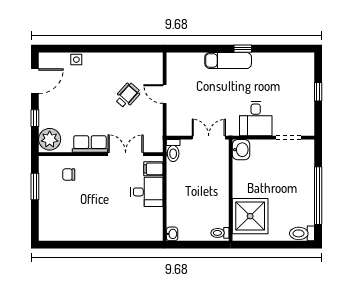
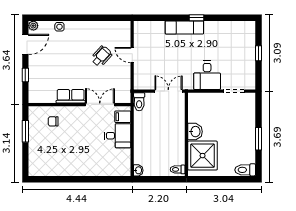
plant: (50, 139) -> (33, 26), moved, width x0.53, depth x0.53
washbasin: (241, 150) -> (195, 132), moved
window: (318, 196) -> (259, 139), width x0.47

